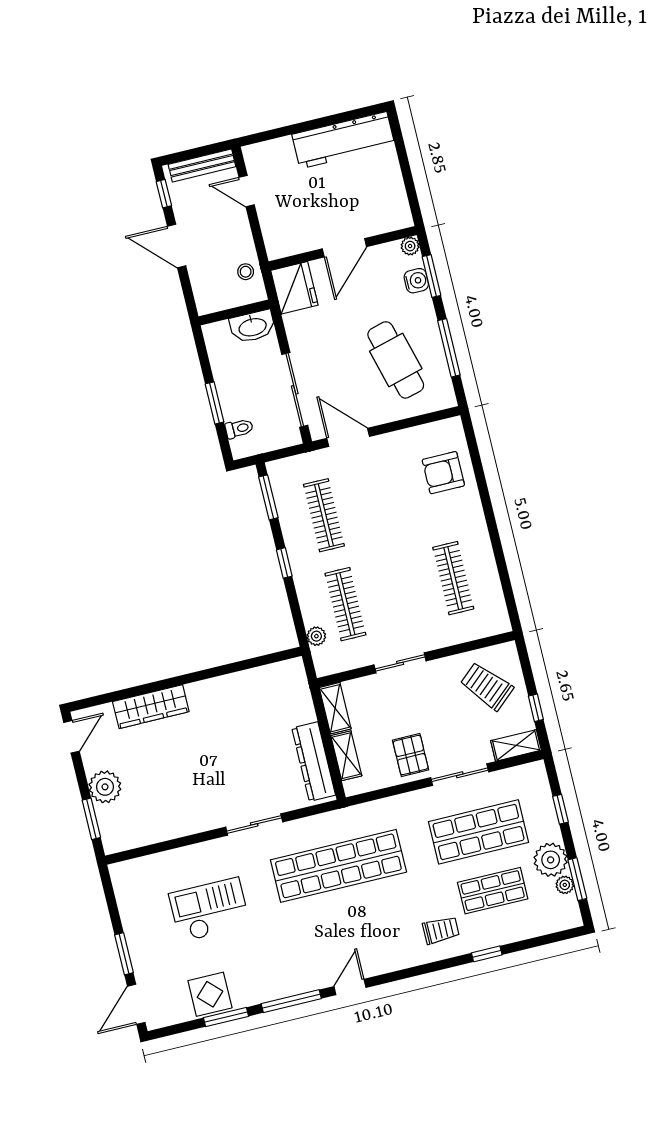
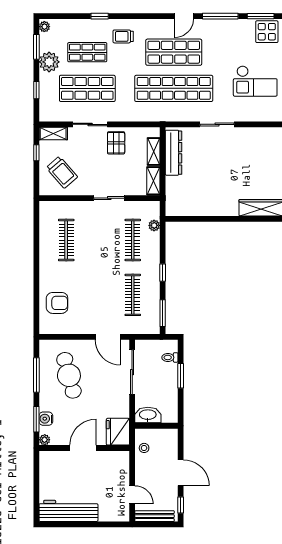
plant: (565, 885) -> (44, 27), moved
shop shelf: (353, 925) -> (174, 52), added

